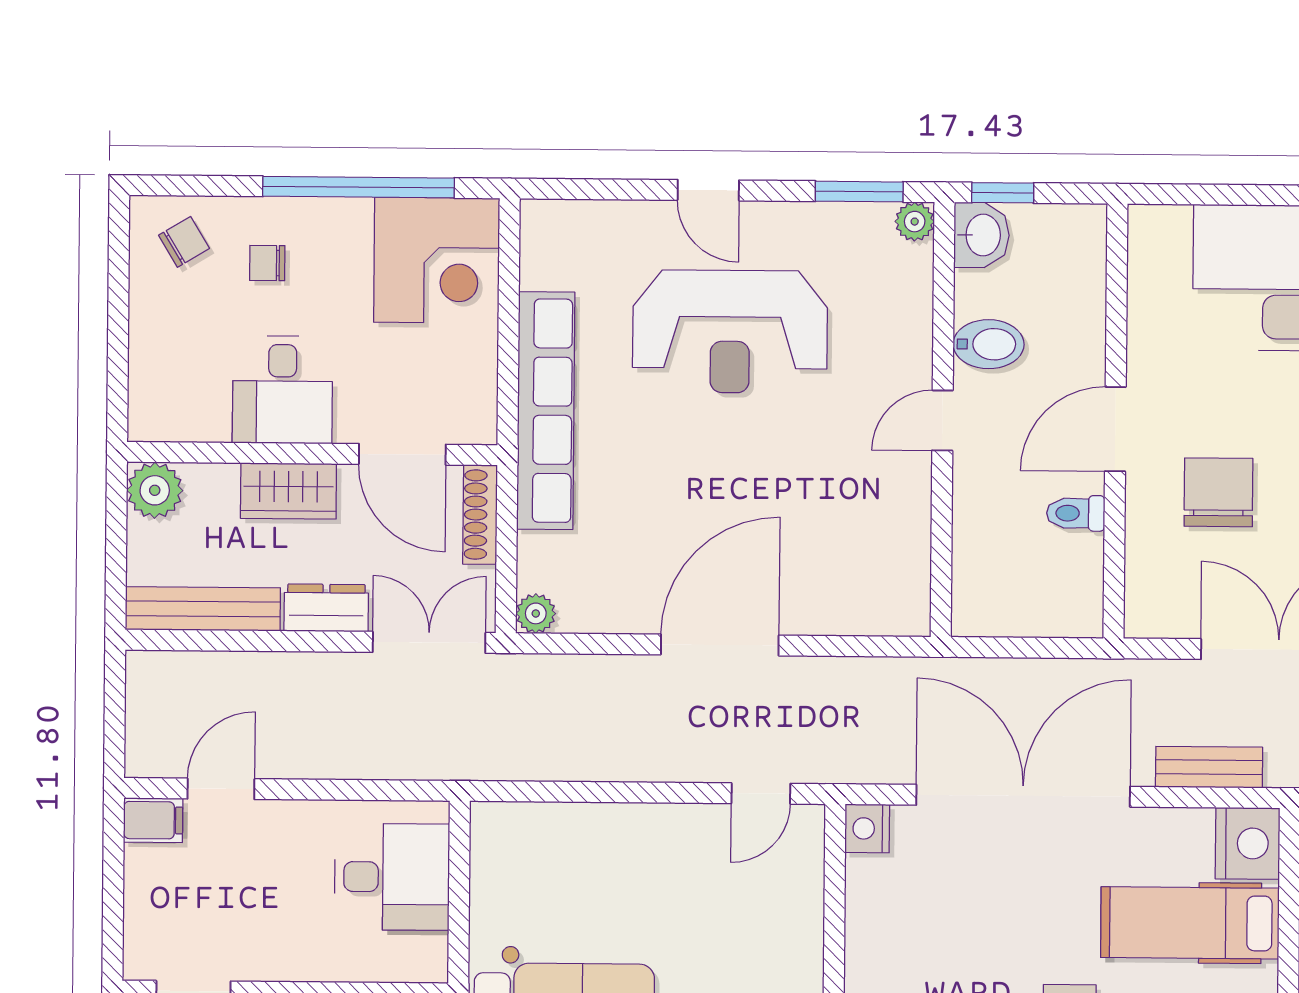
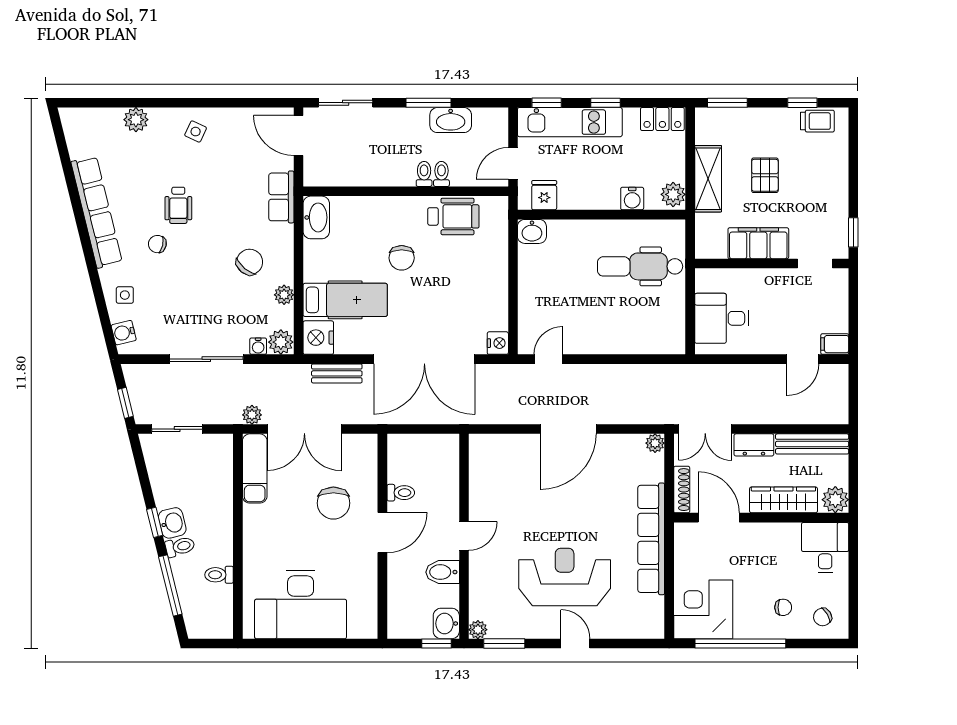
desk: (282, 390) -> (825, 548), moved
wardrobe: (288, 491) -> (783, 500), width x1.50

